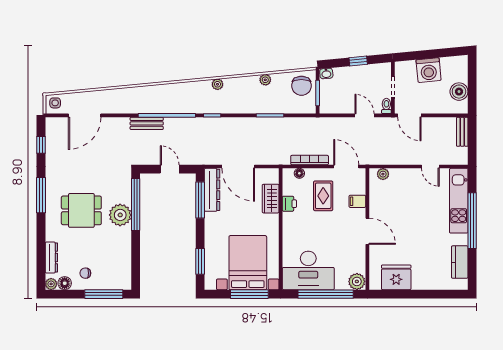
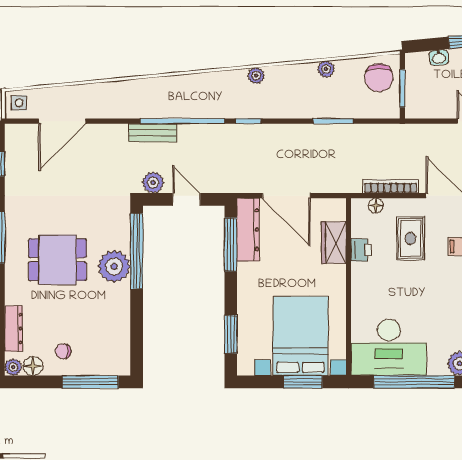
washbasin: (326, 73) -> (439, 58), moved
plant: (147, 158) -> (153, 183), added
window: (249, 294) -> (303, 382), width x0.69

